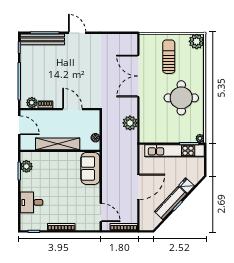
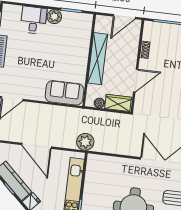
plant: (32, 103) -> (149, 34), removed
wardrobe: (93, 122) -> (118, 103), added
plant: (130, 123) -> (85, 142), moved
plant: (26, 166) -> (54, 17), moved

